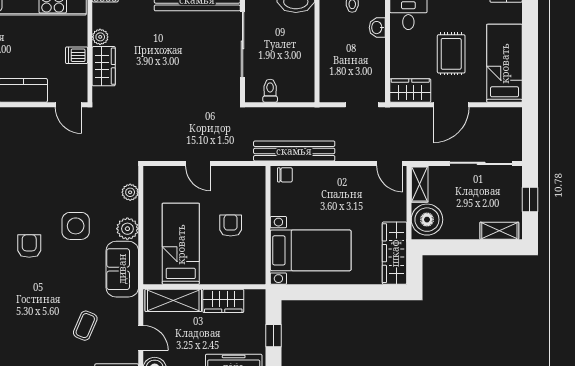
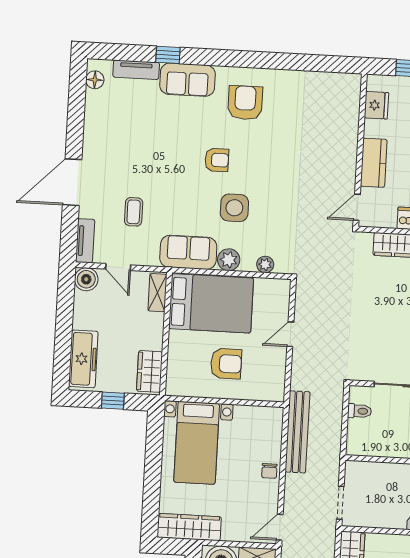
chair: (285, 175) -> (269, 471), moved
armchair: (231, 226) -> (226, 364), width x1.38, depth x1.38
bed: (181, 244) -> (211, 303), width x1.50
shelving: (173, 300) -> (157, 293), width x0.67, depth x0.75
wardrobe: (223, 301) -> (150, 371), moved
coffee table: (85, 326) -> (134, 212), turned 67
door: (141, 338) -> (118, 267), hinge flipped

